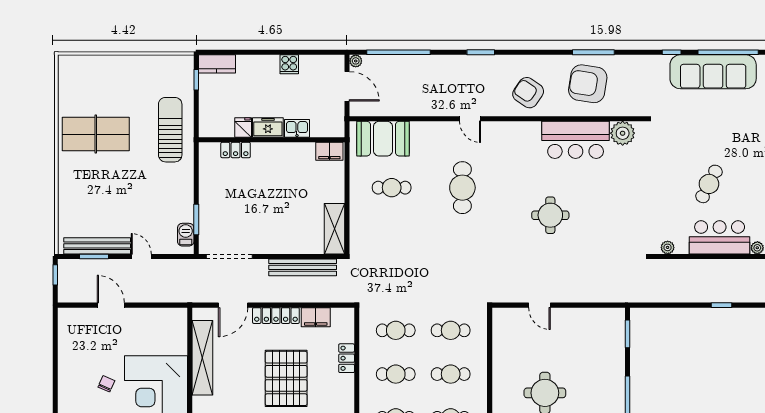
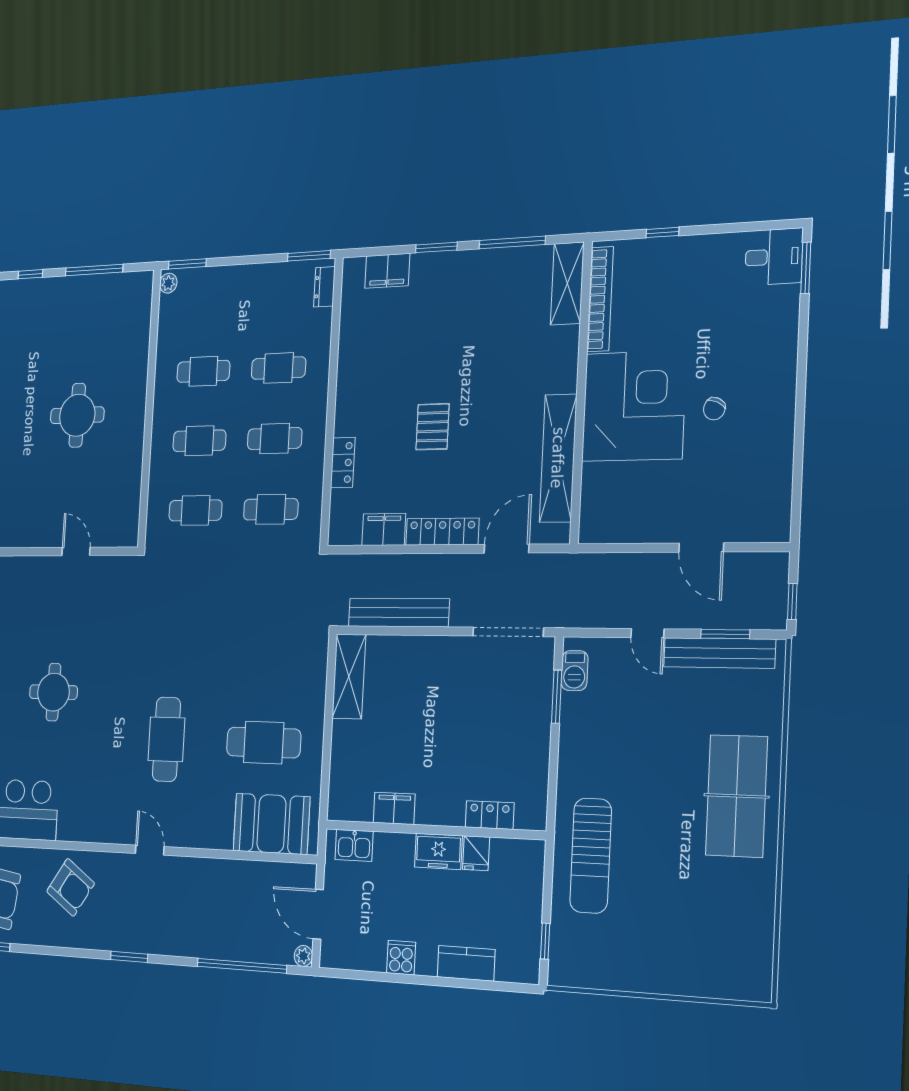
kitchen counter: (217, 64) -> (466, 963), moved
kitchen sink: (297, 128) -> (354, 845), moved
table tennis table: (96, 134) -> (736, 796), moved, turned 90
filing cabinet: (329, 151) -> (394, 808), moved
cafe table: (392, 188) -> (264, 743), width x1.37, depth x1.35
pallet: (286, 378) -> (433, 427), width x0.49, depth x0.50

